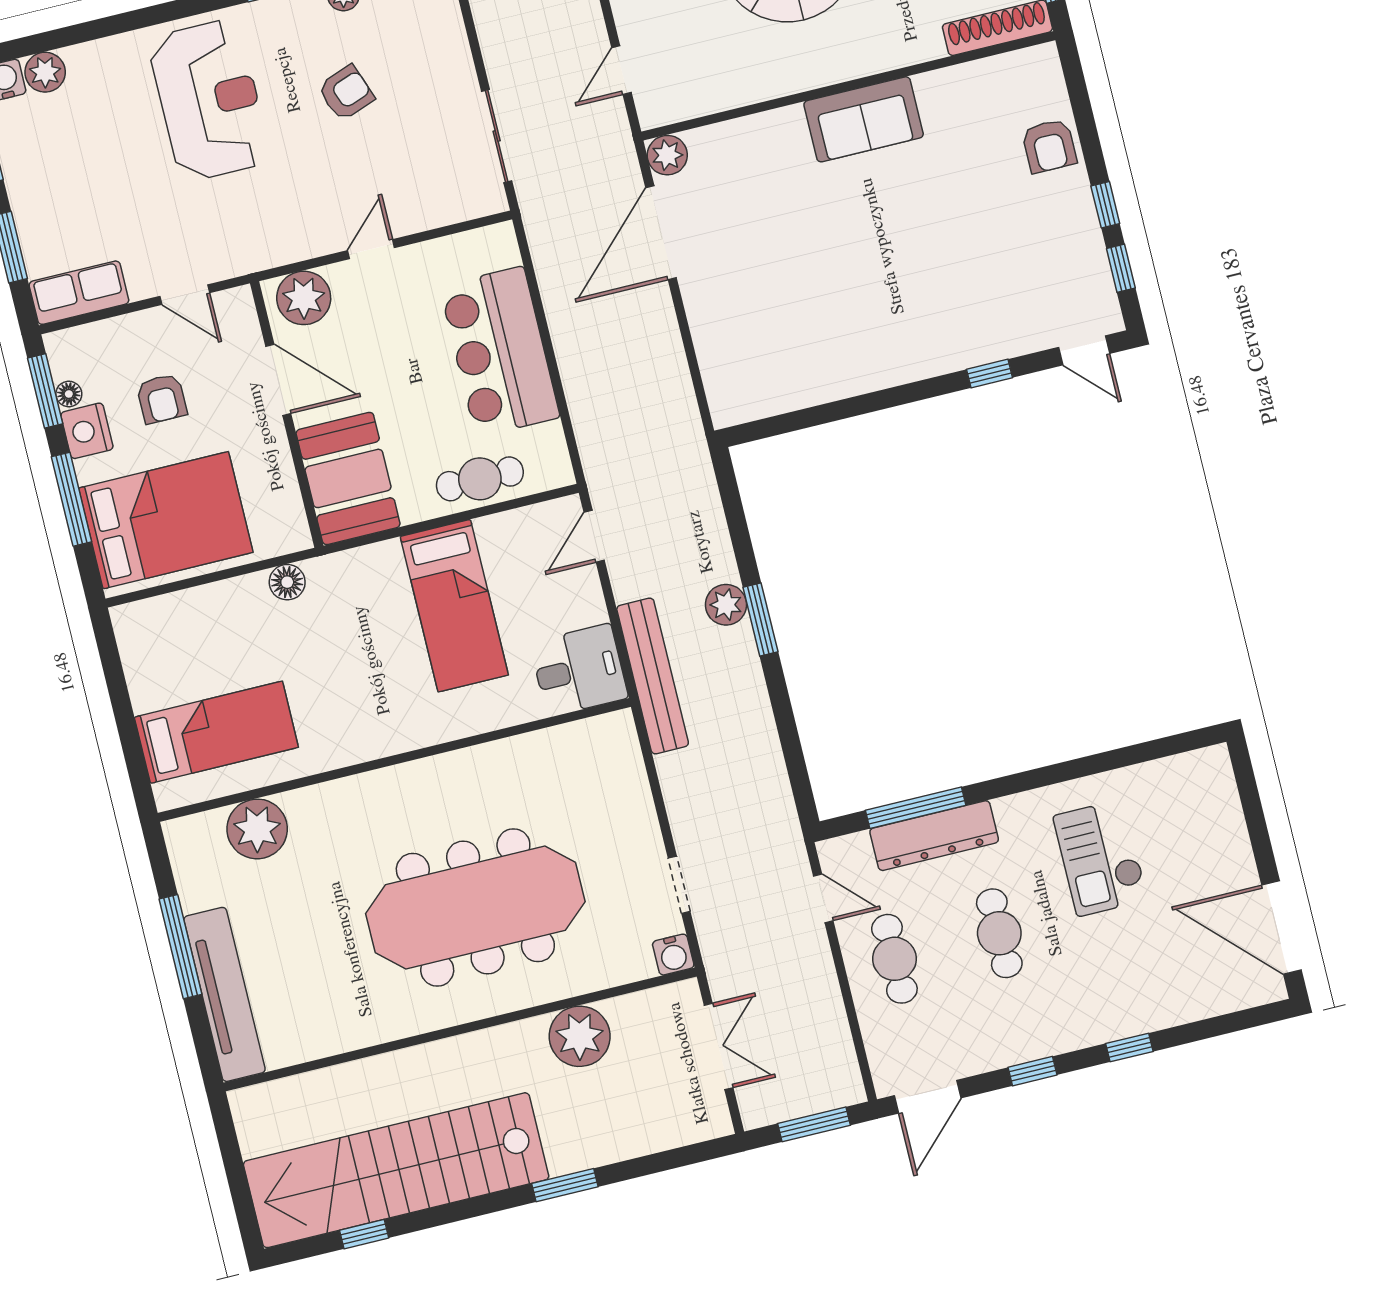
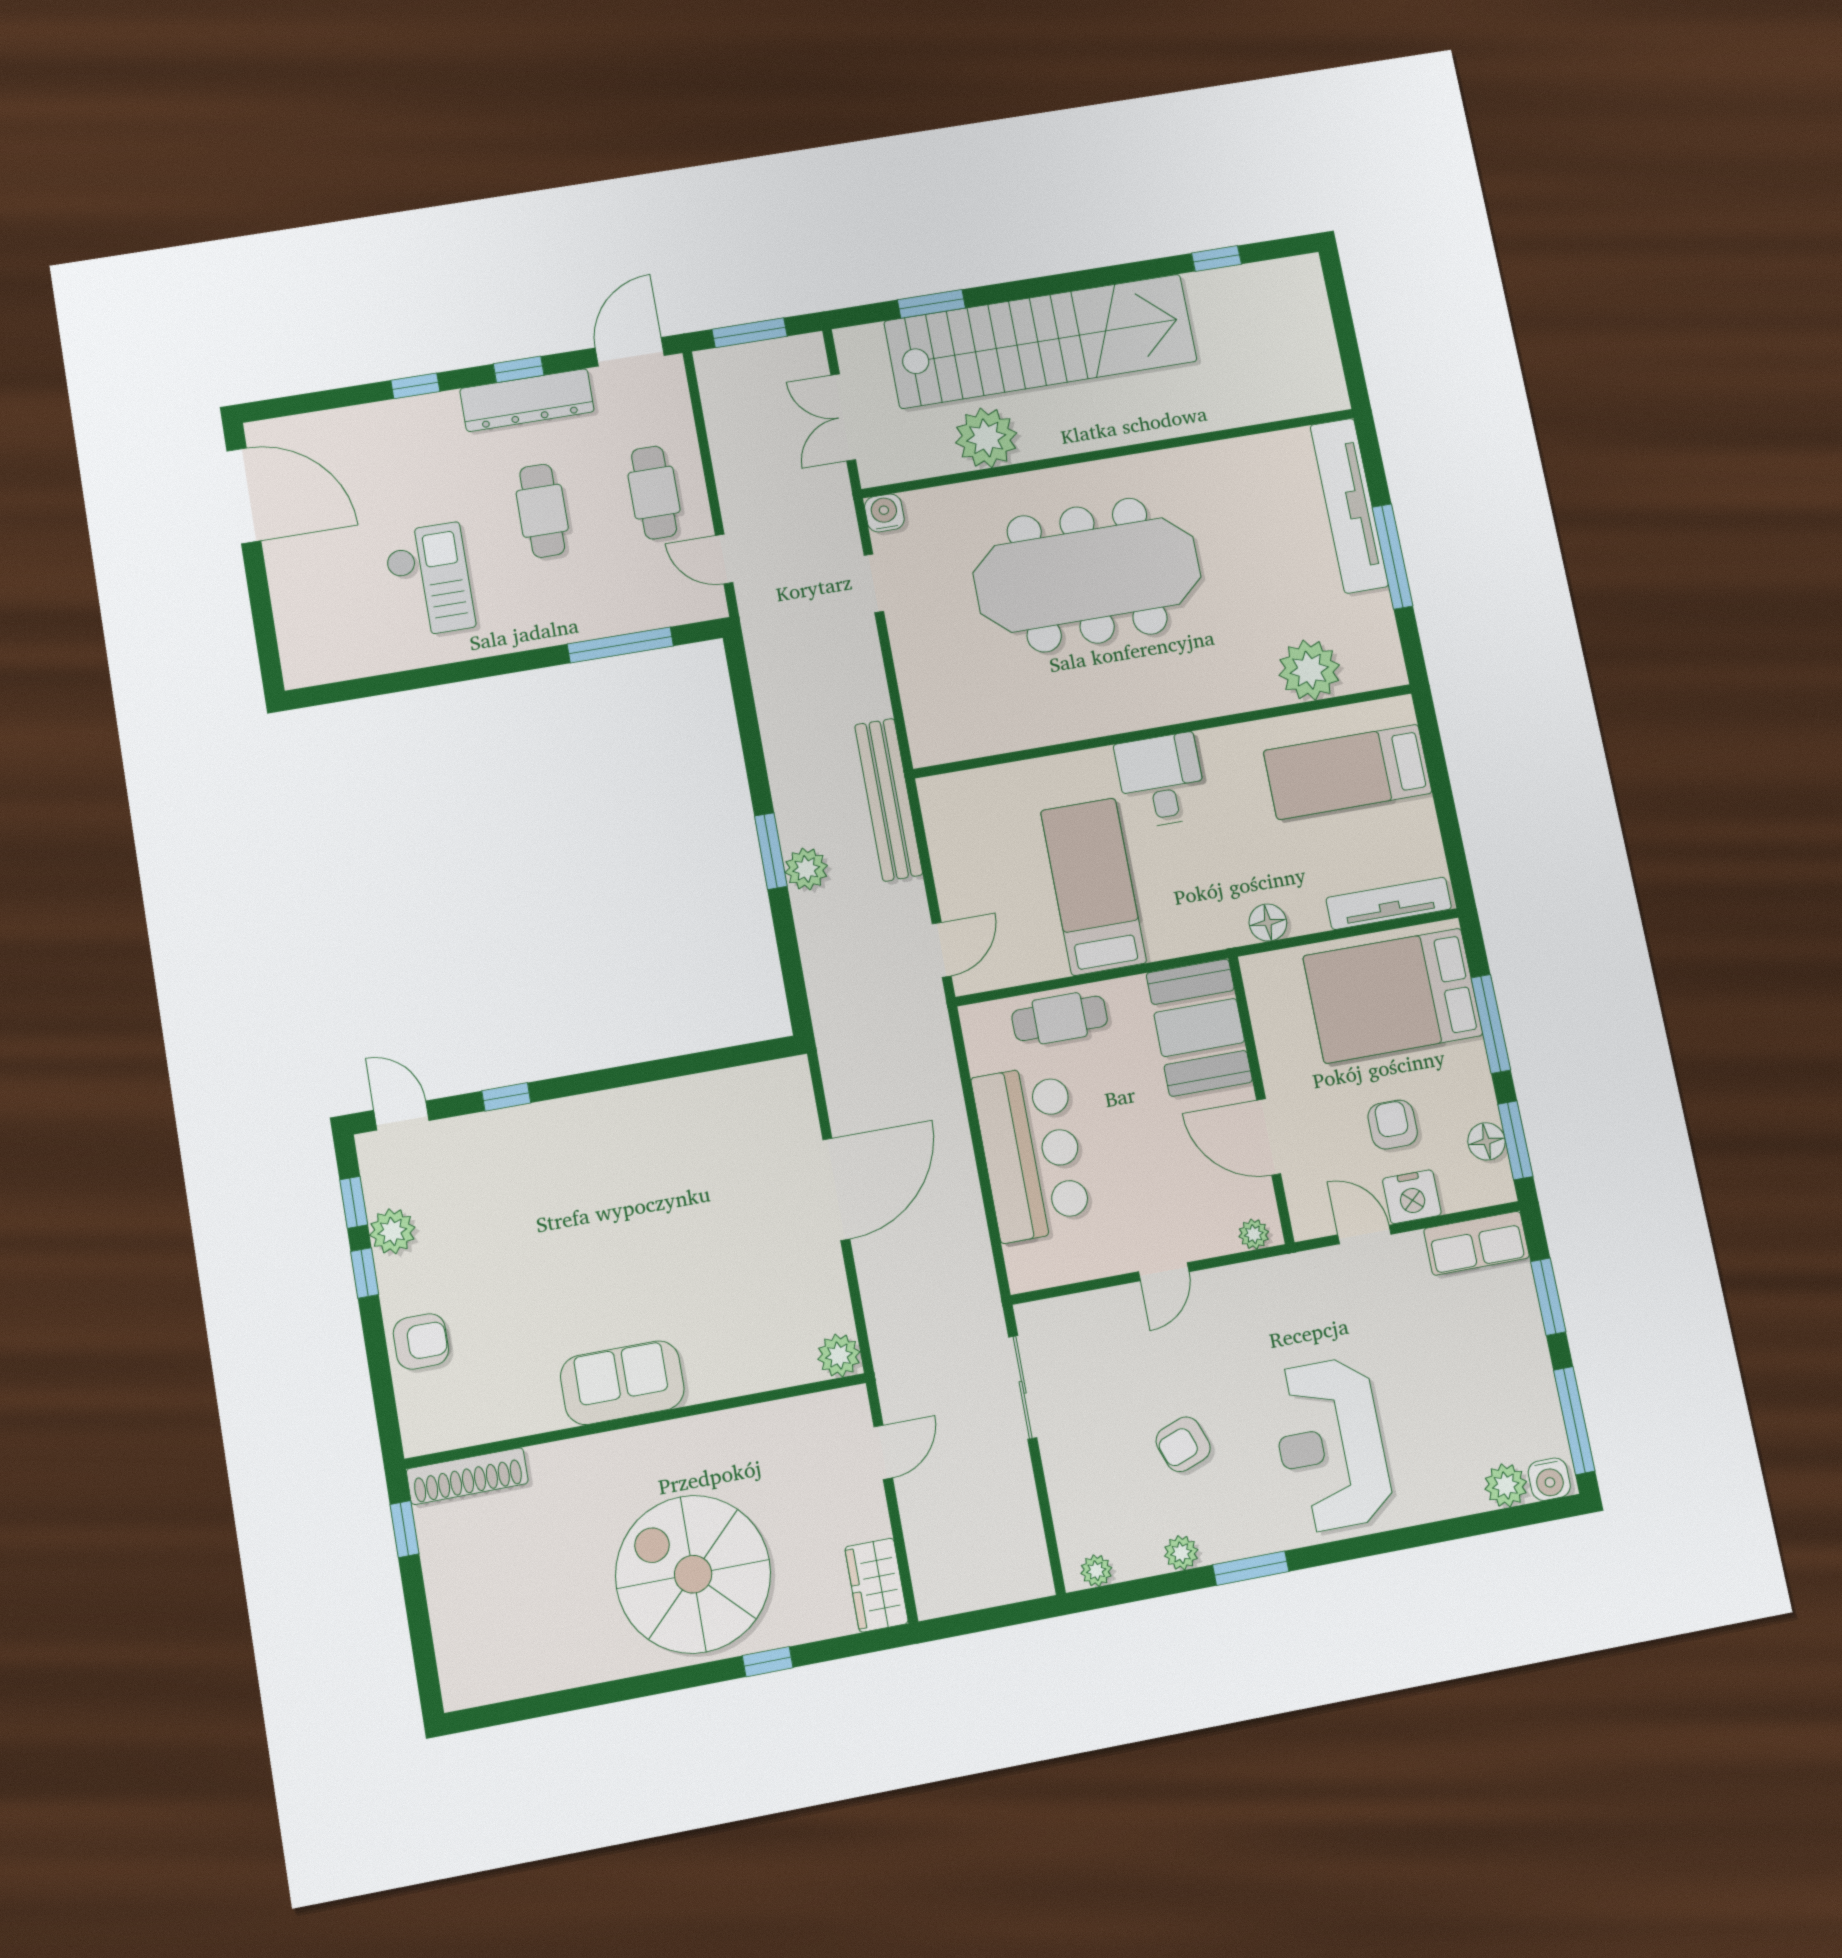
armchair: (1049, 146) -> (421, 1341), turned 90
door: (661, 233) -> (836, 1189), moved
plant: (1083, 244) -> (392, 1231), added
plant: (304, 298) -> (1254, 1234), width x0.53, depth x0.53
floor lamp: (69, 394) -> (1487, 1141), width x1.37, depth x1.37
nightstand: (87, 431) -> (1412, 1197), moved, turned 90
tv unit: (173, 608) -> (1389, 903), added
desk: (579, 670) -> (1161, 780), moved, turned 90
dresser: (934, 836) -> (527, 400), moved, turned 180
stairs: (396, 1170) -> (1041, 341), moved
window: (565, 1185) -> (931, 304), moved

